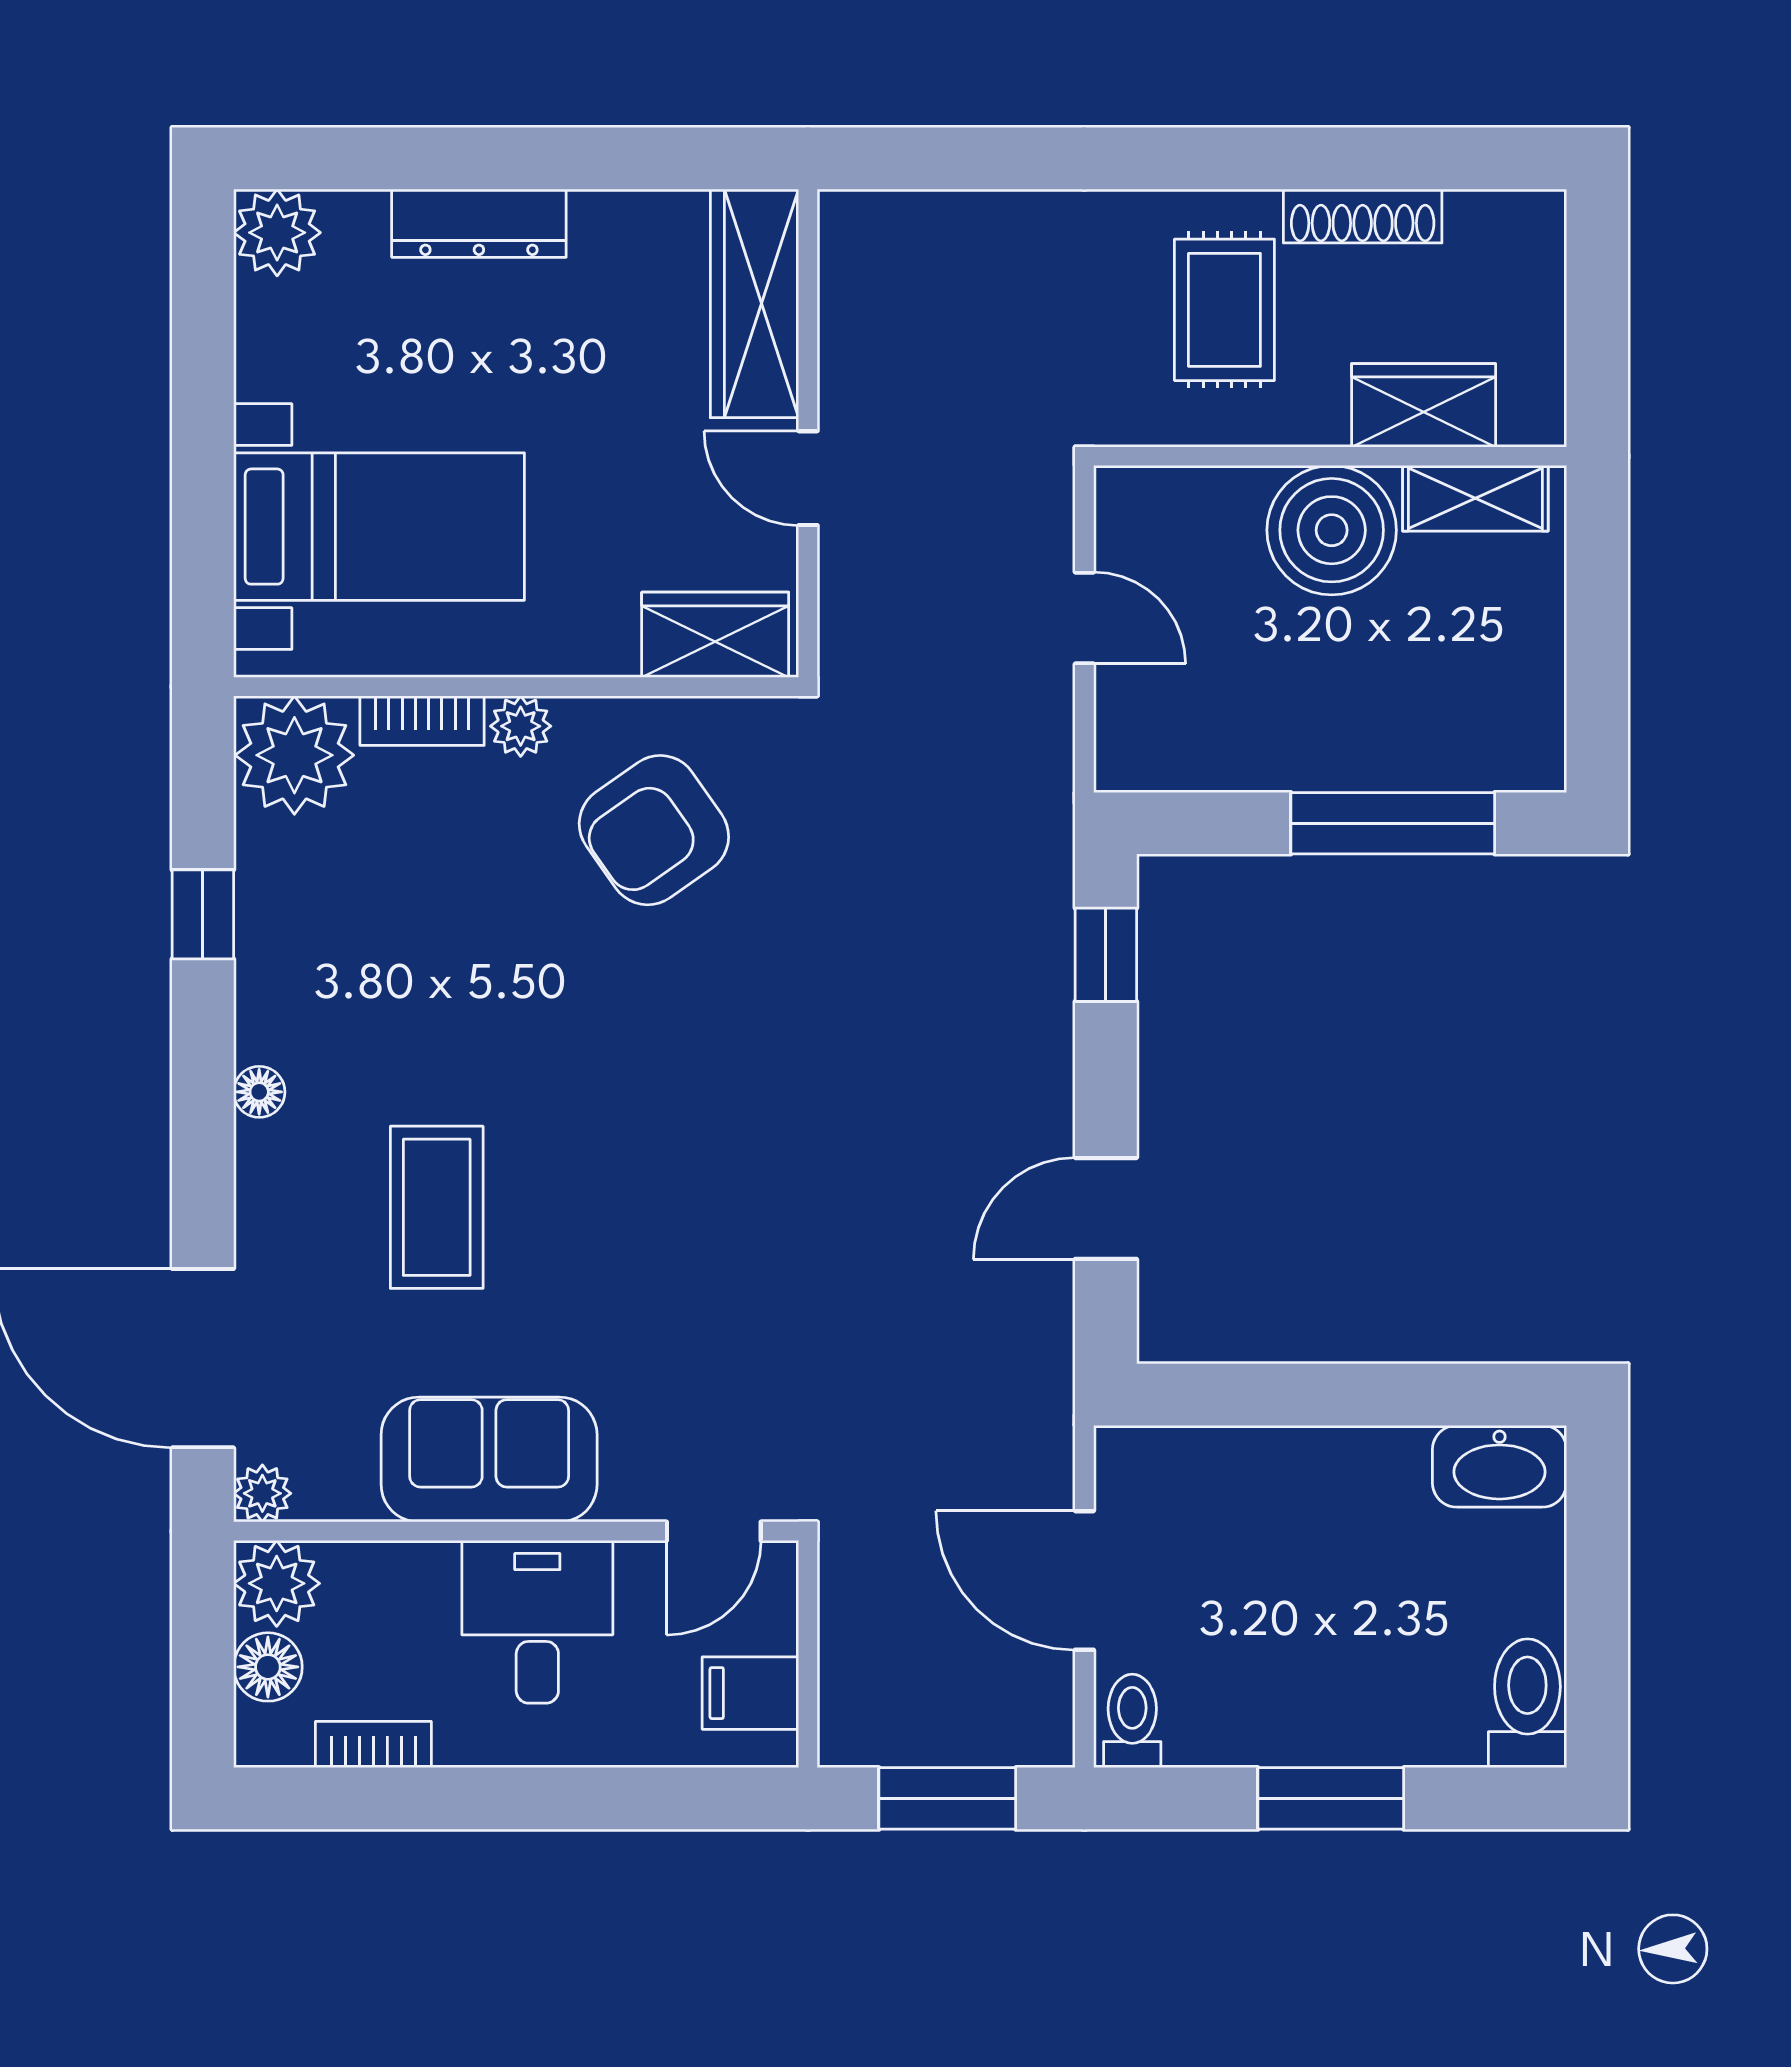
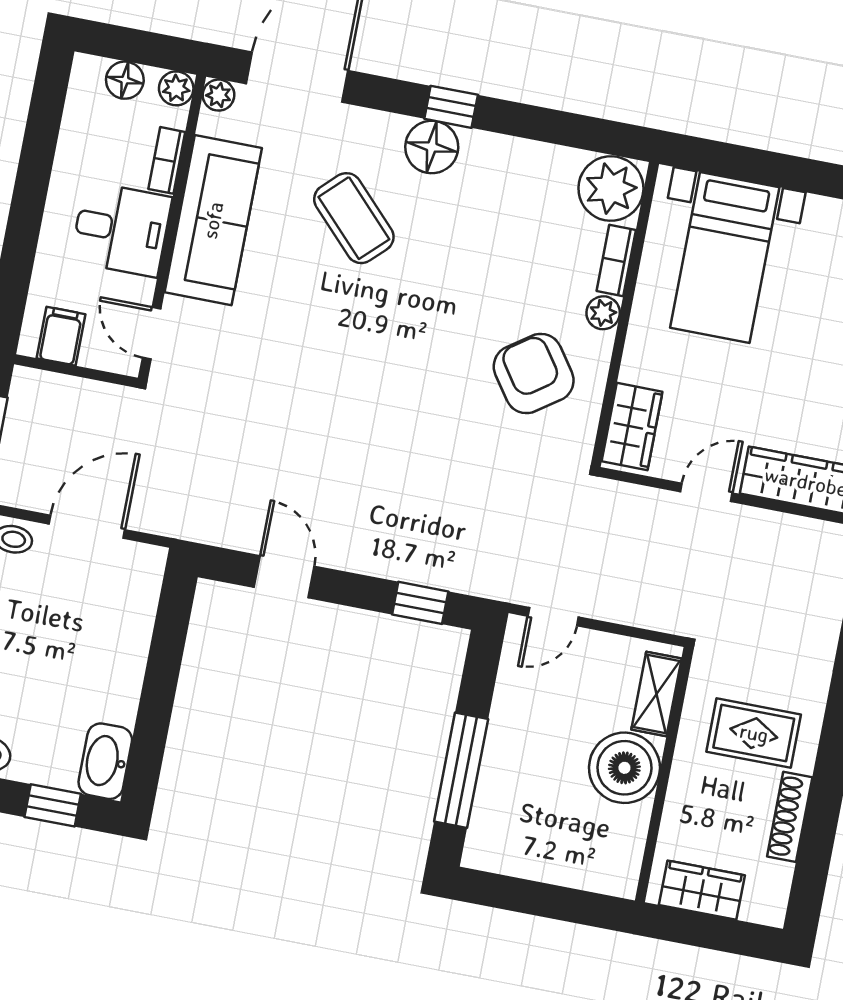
wardrobe: (1424, 405) -> (702, 890), moved, turned -90
shelving: (1475, 498) -> (656, 694), moved
door: (1084, 618) -> (553, 617), moved
window: (203, 914) -> (451, 107), moved
floor lamp: (259, 1092) -> (432, 147), width x1.89, depth x1.89
coffee table: (437, 1207) -> (354, 218), turned 46
sofa: (489, 1460) -> (213, 220), width x1.36
window: (1597, 1546) -> (53, 805), added
plant: (277, 1583) -> (176, 88), width x0.73, depth x0.73
bookcase: (373, 1745) -> (167, 160), moved, turned 180

